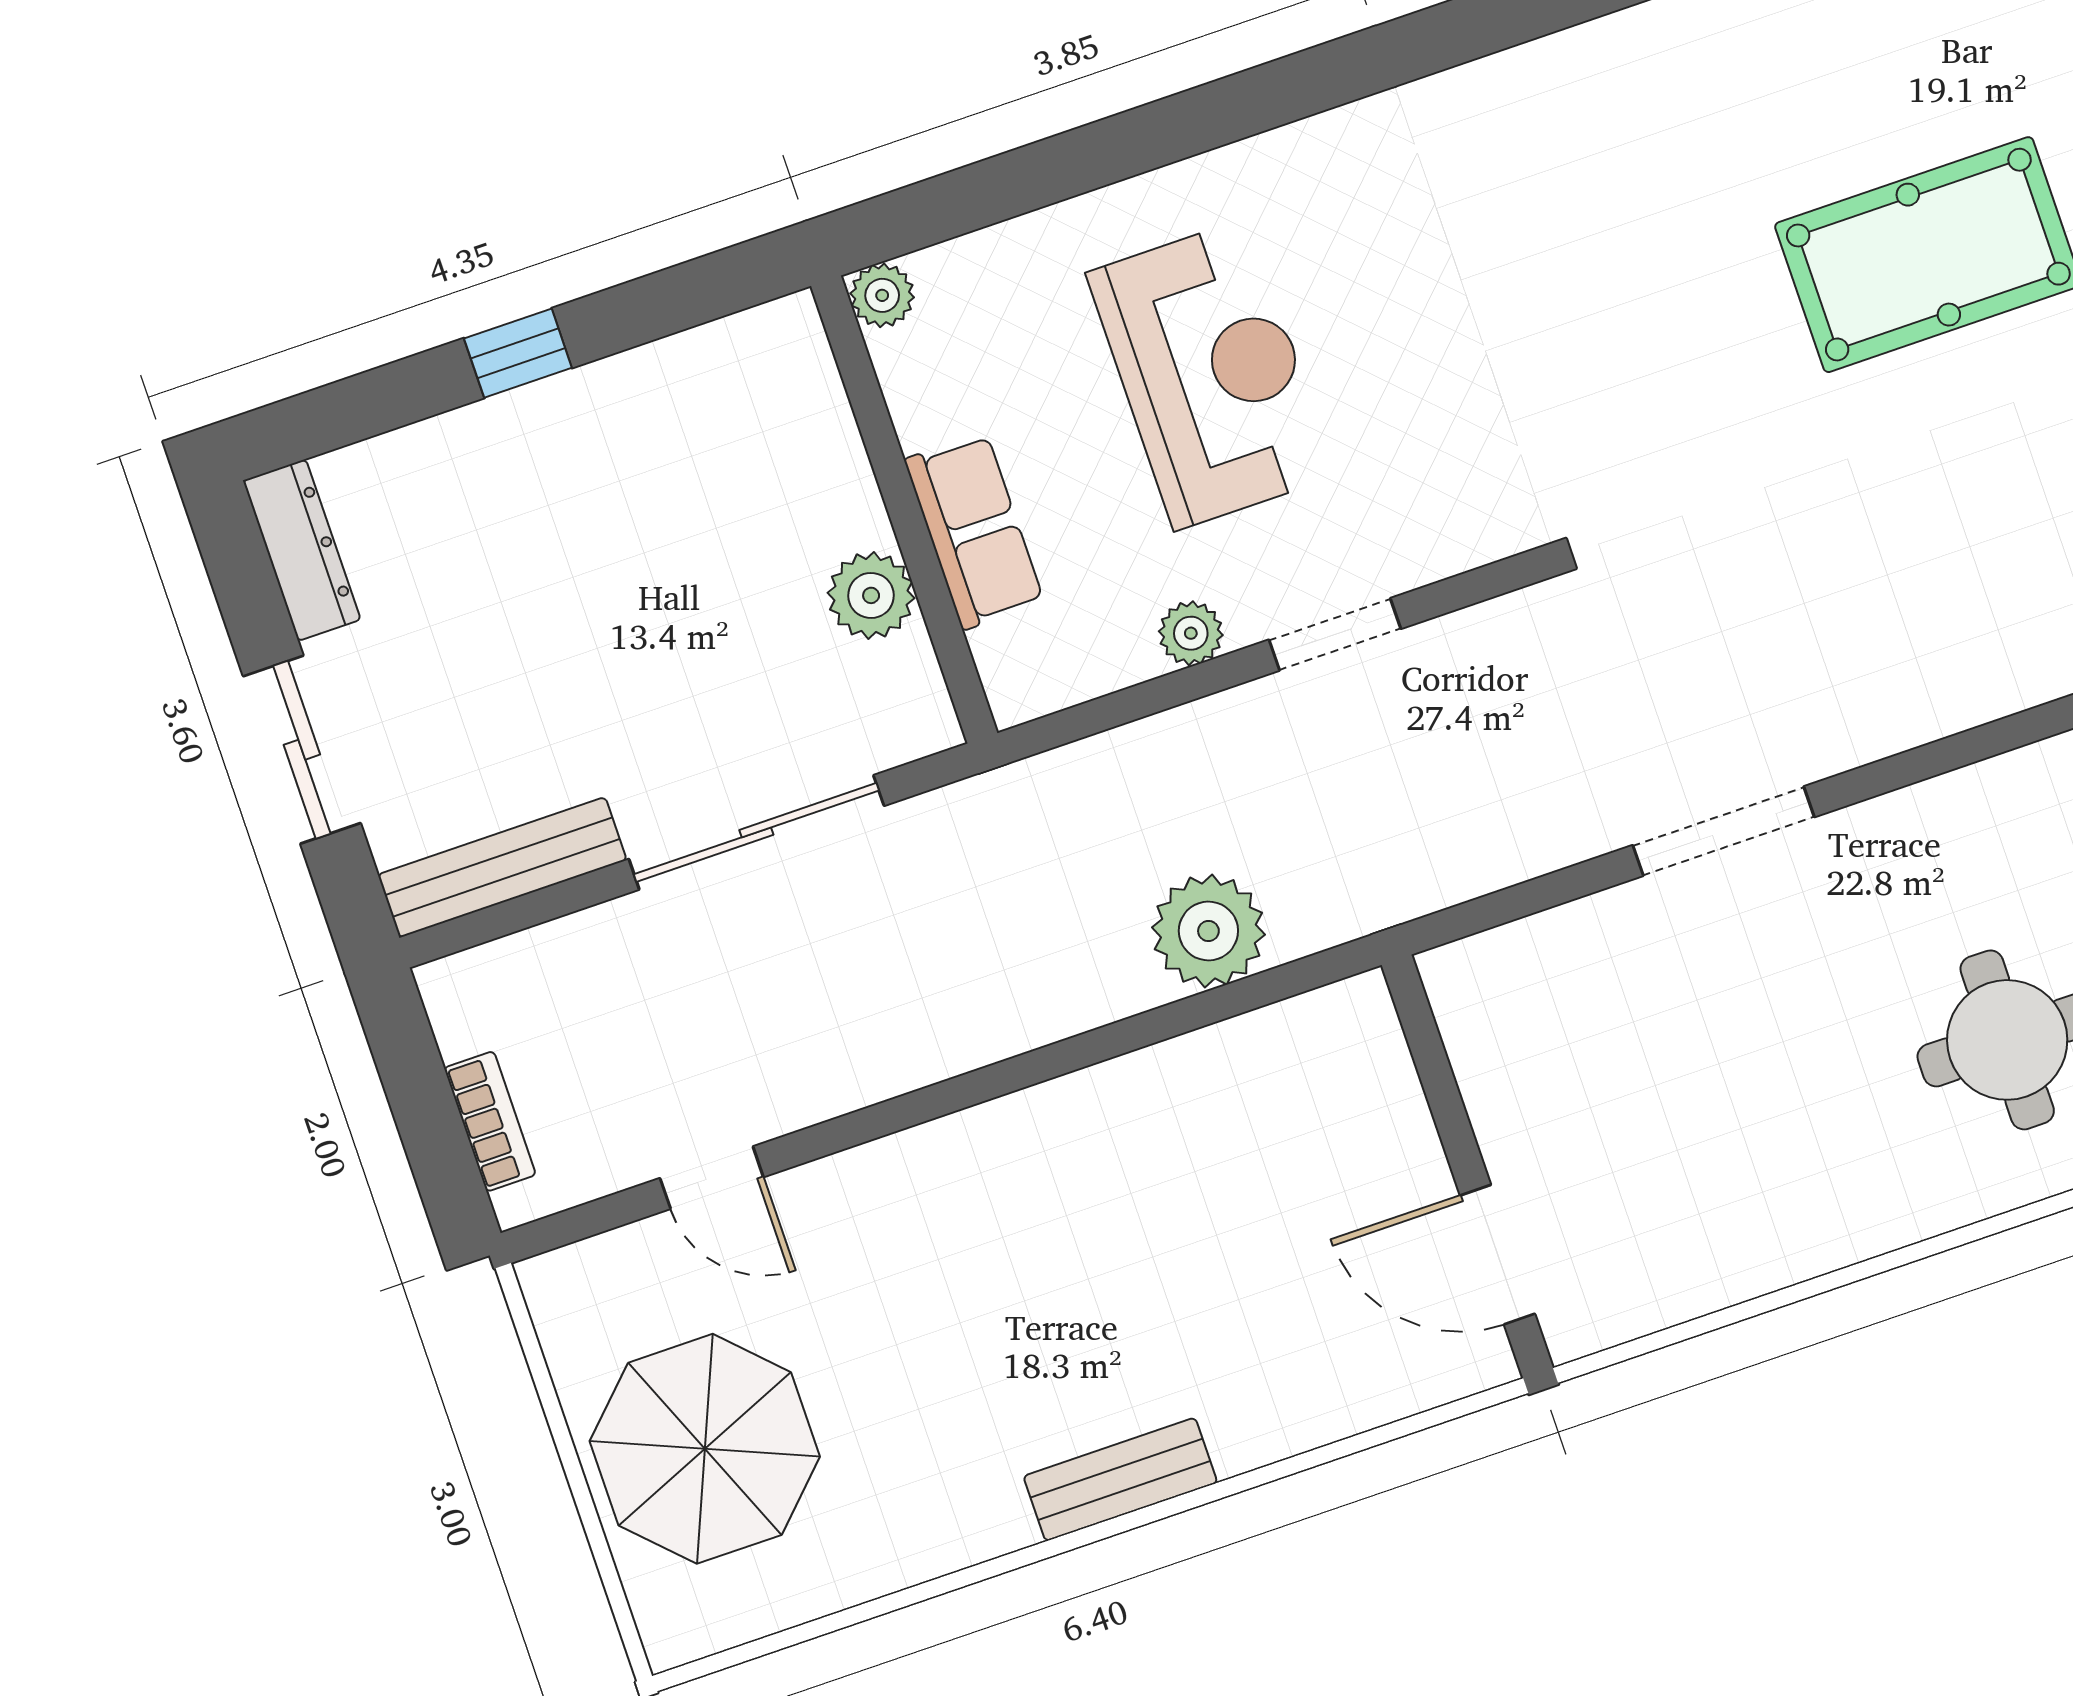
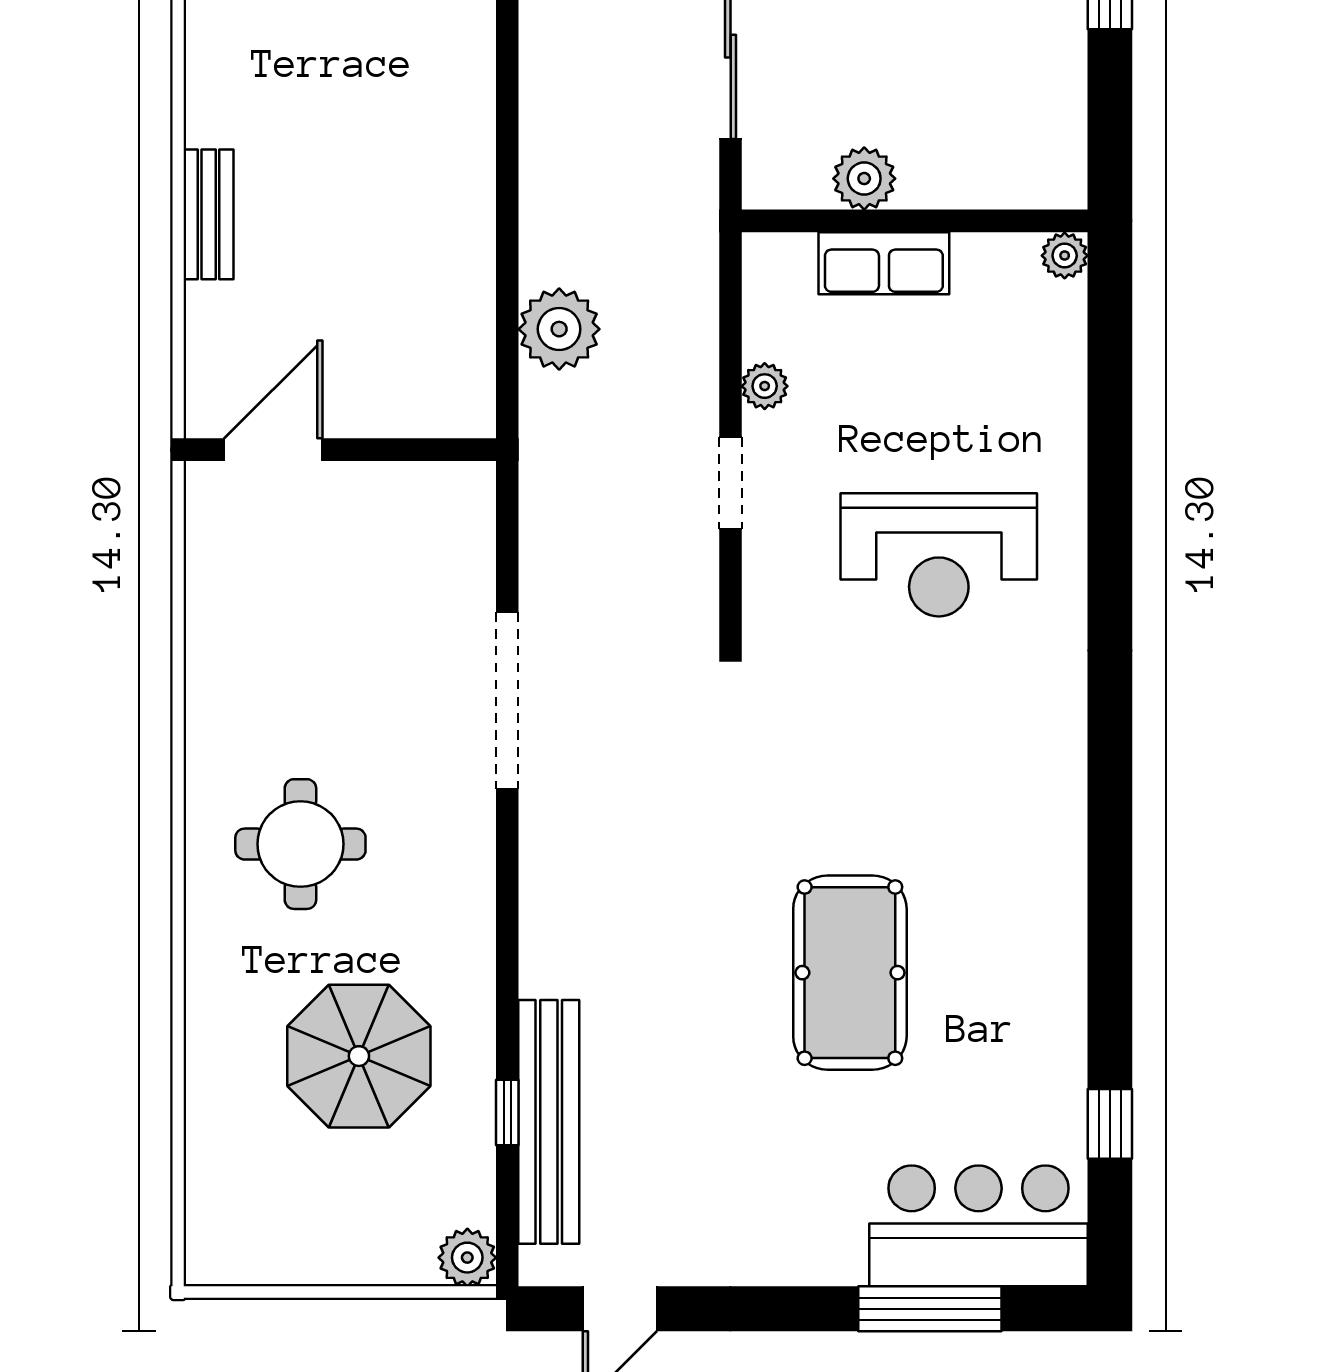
reception desk: (1211, 374) -> (939, 555), moved
doorway: (1724, 831) -> (507, 701), width x1.36
bench: (1120, 1479) -> (209, 214), moved

